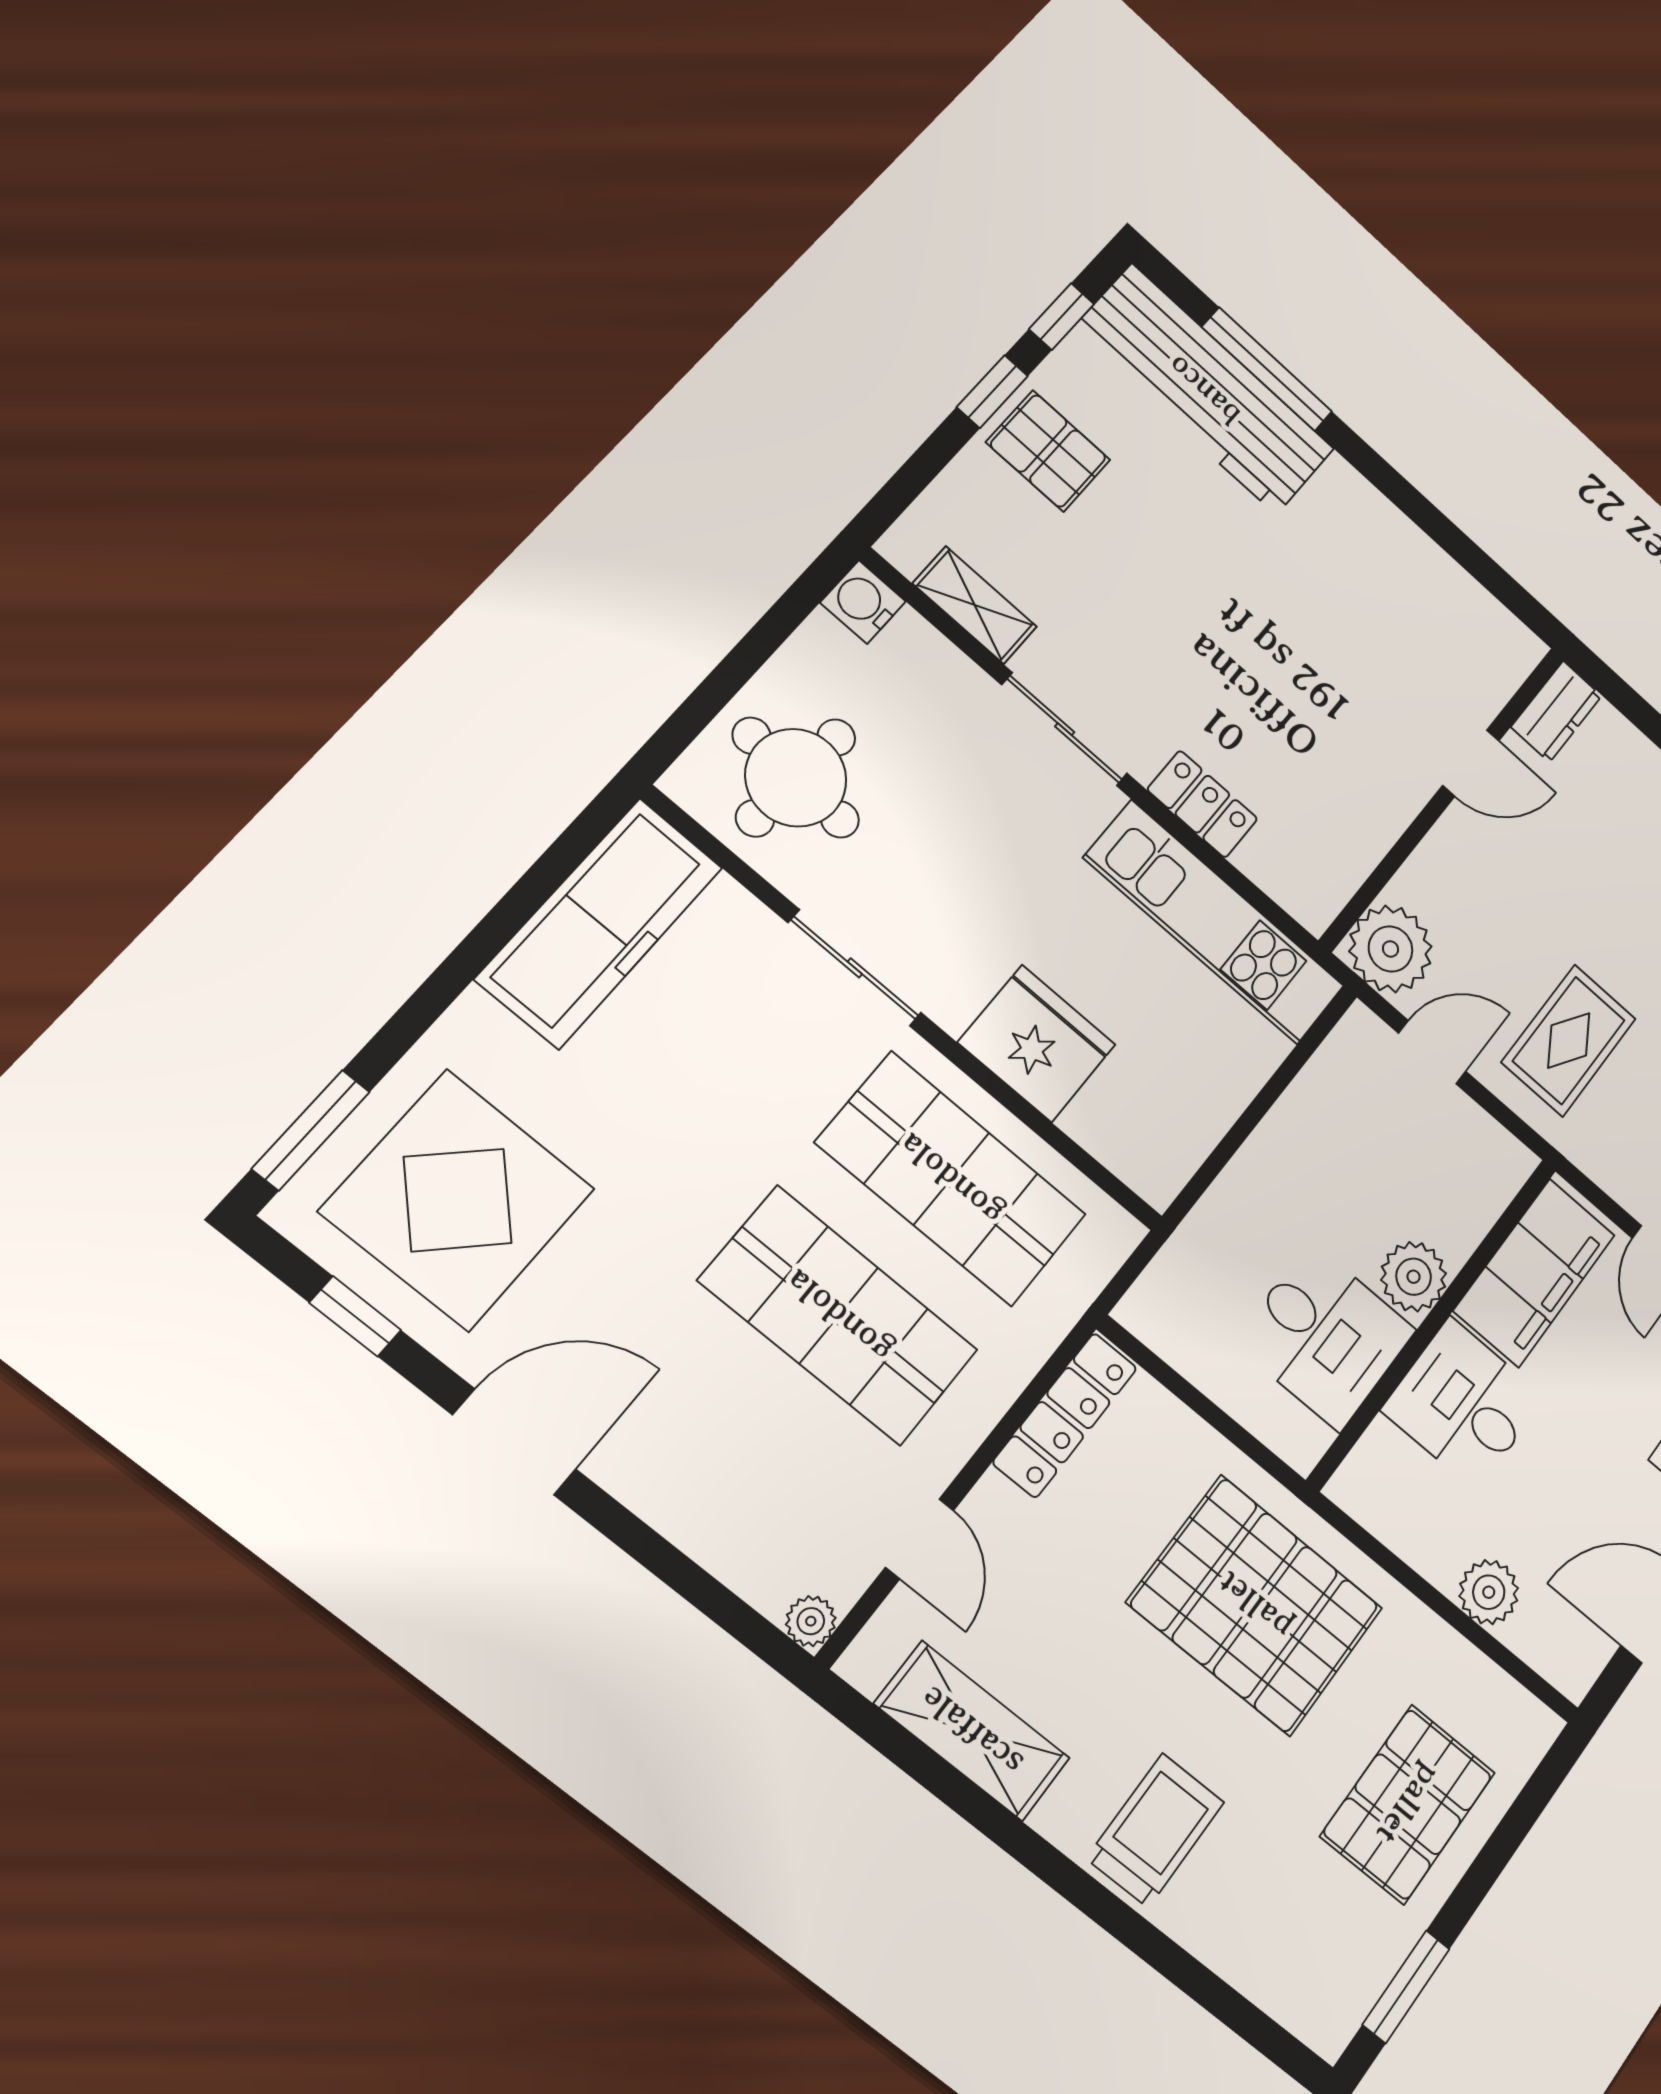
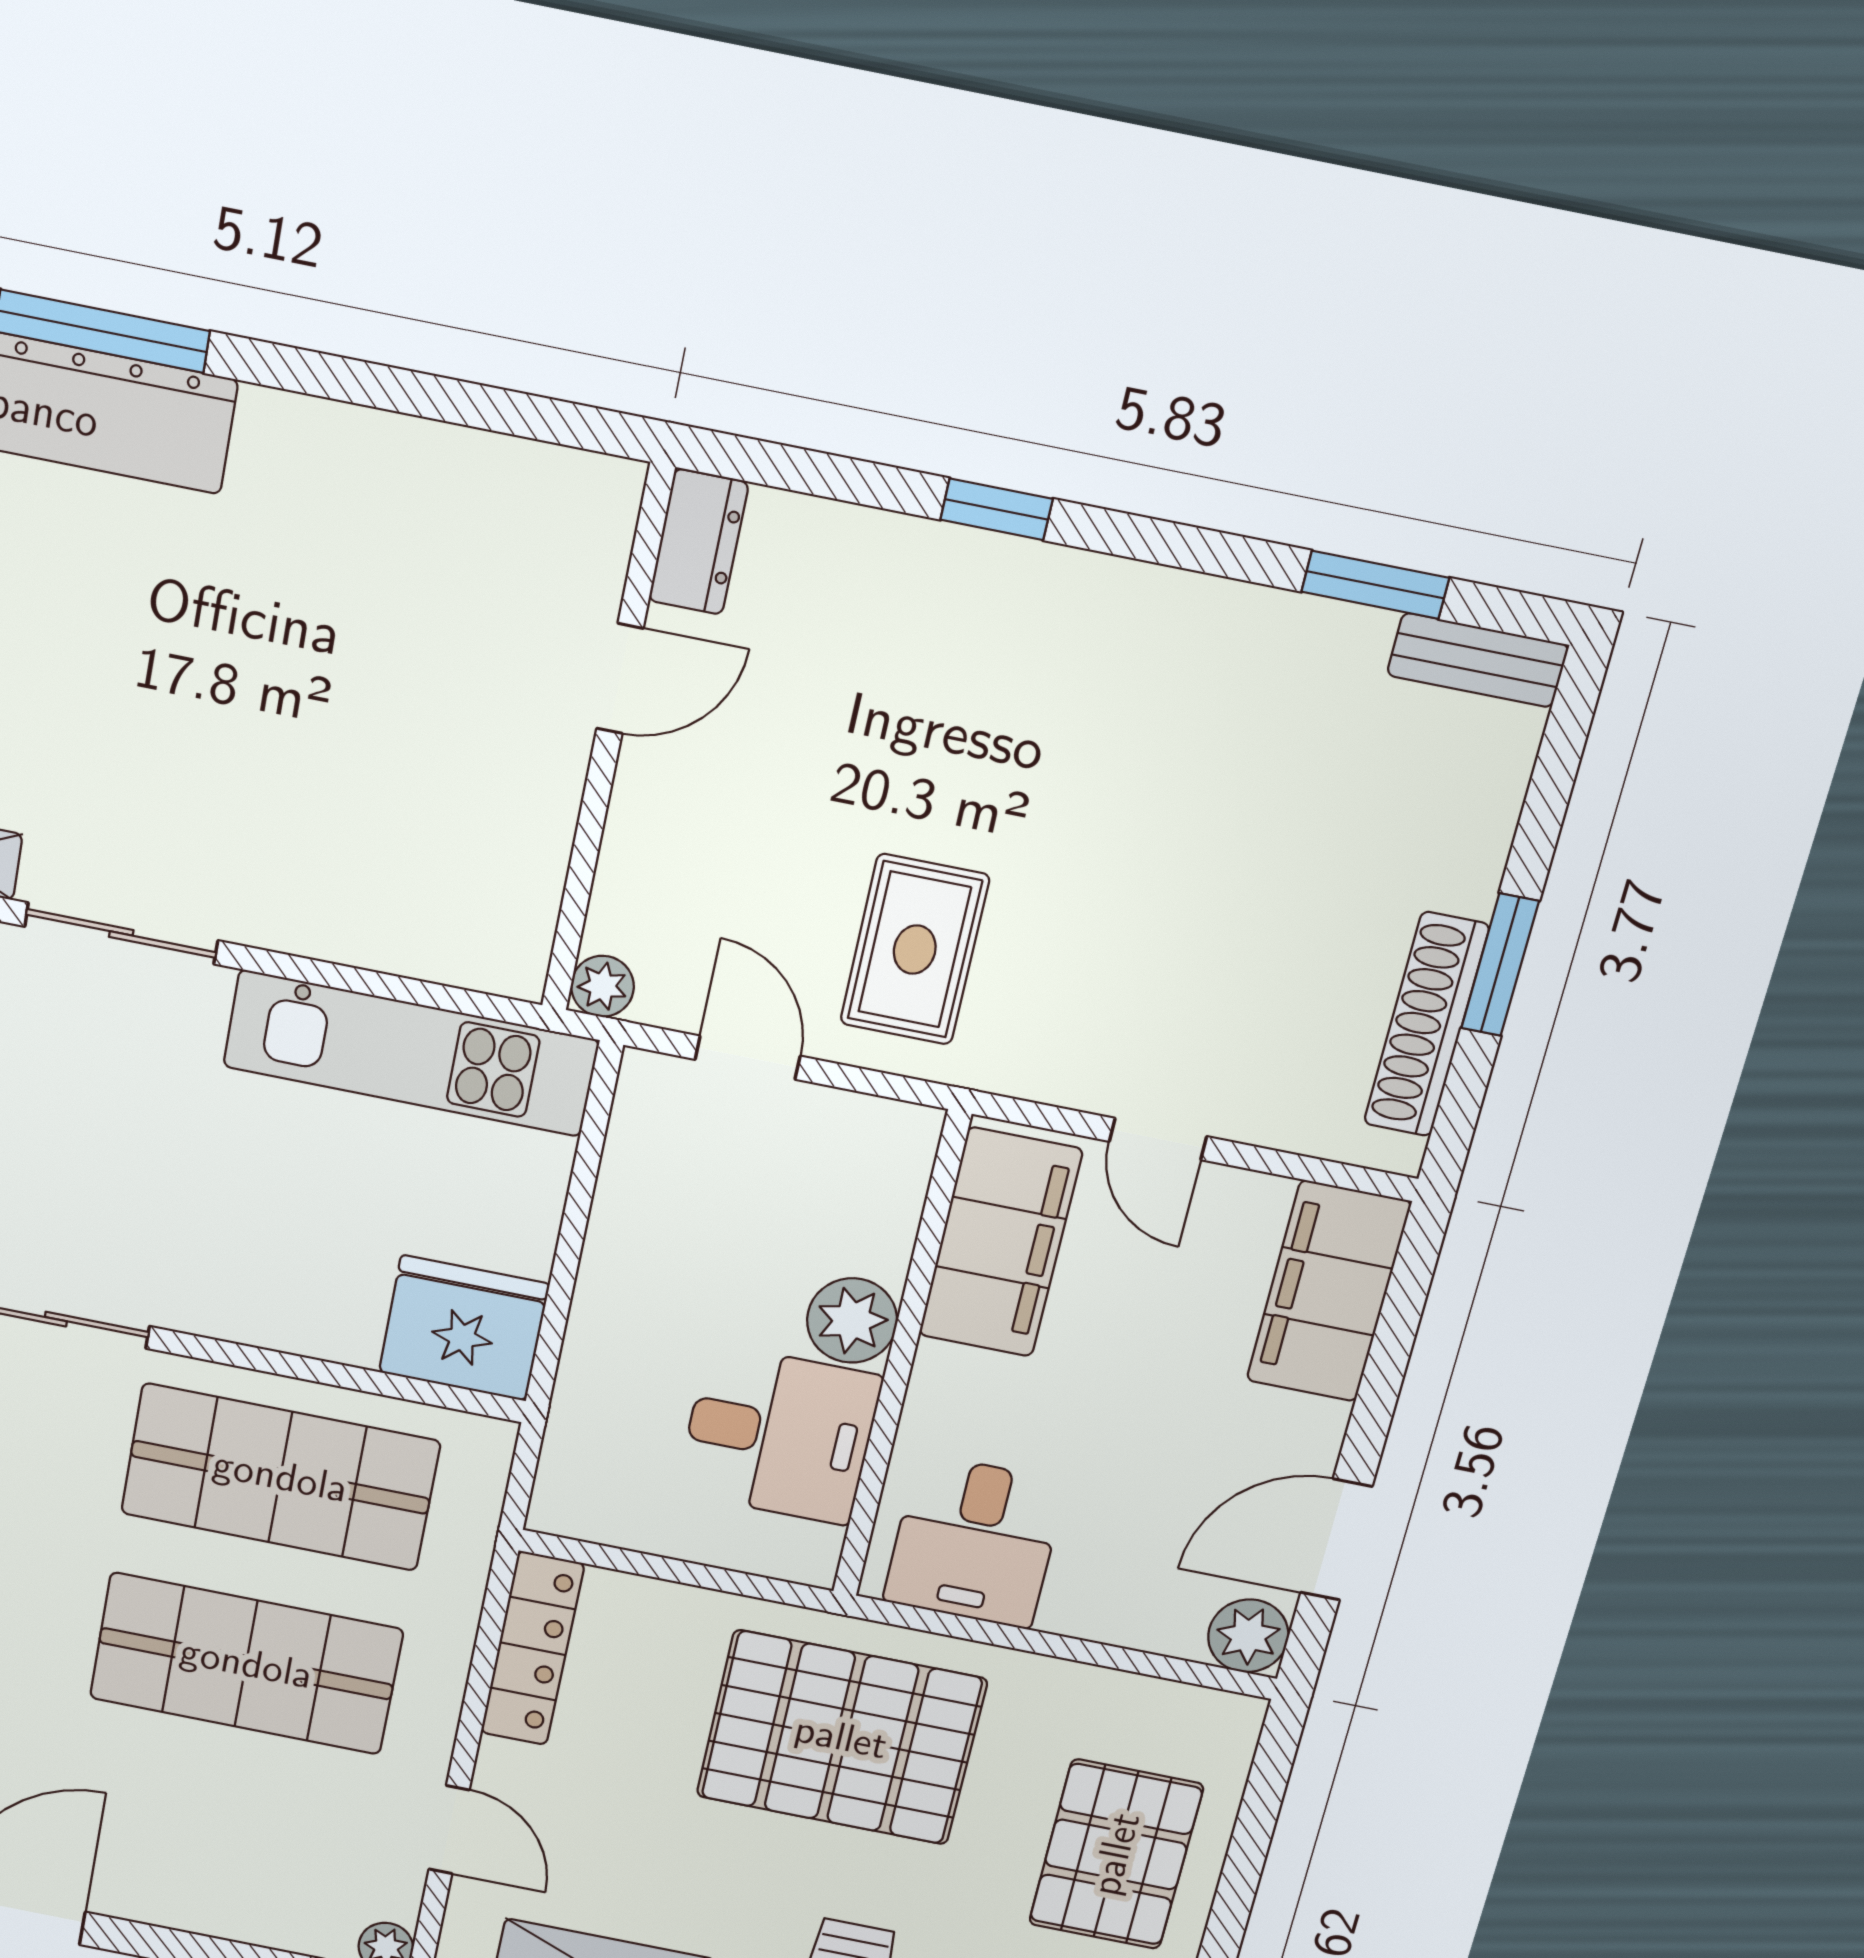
locker: (1202, 804) -> (323, 926), removed
plant: (1391, 949) -> (602, 986), width x0.53, depth x0.53
fridge: (1037, 1043) -> (464, 1328), moved
door: (1432, 1052) -> (748, 1058), hinge flipped
desk: (1464, 1404) -> (974, 1542), moved, turned -90
plant: (1489, 1592) -> (1248, 1636), moved

